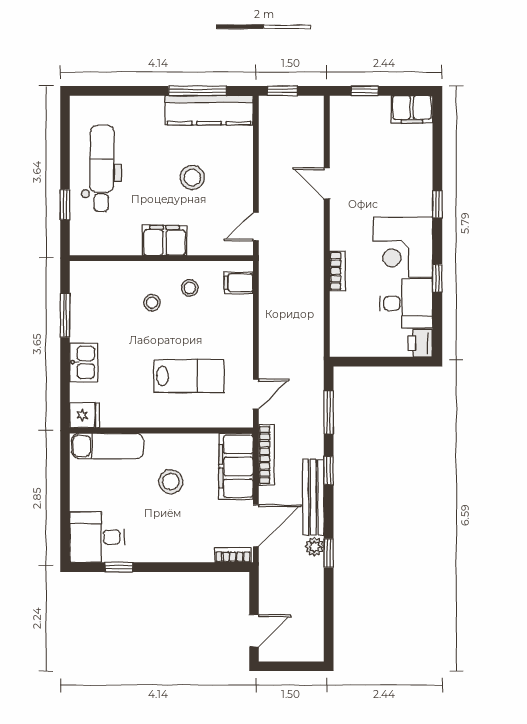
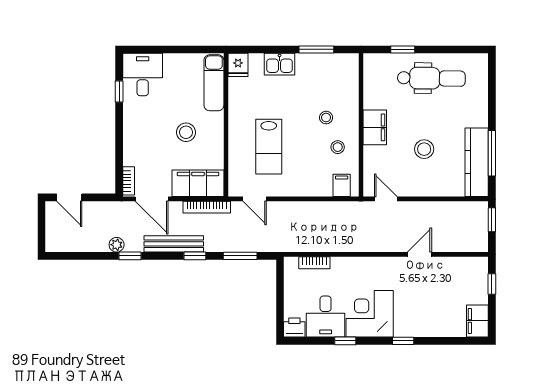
bookcase: (338, 271) -> (314, 263), moved
plant: (314, 547) -> (117, 245), moved

